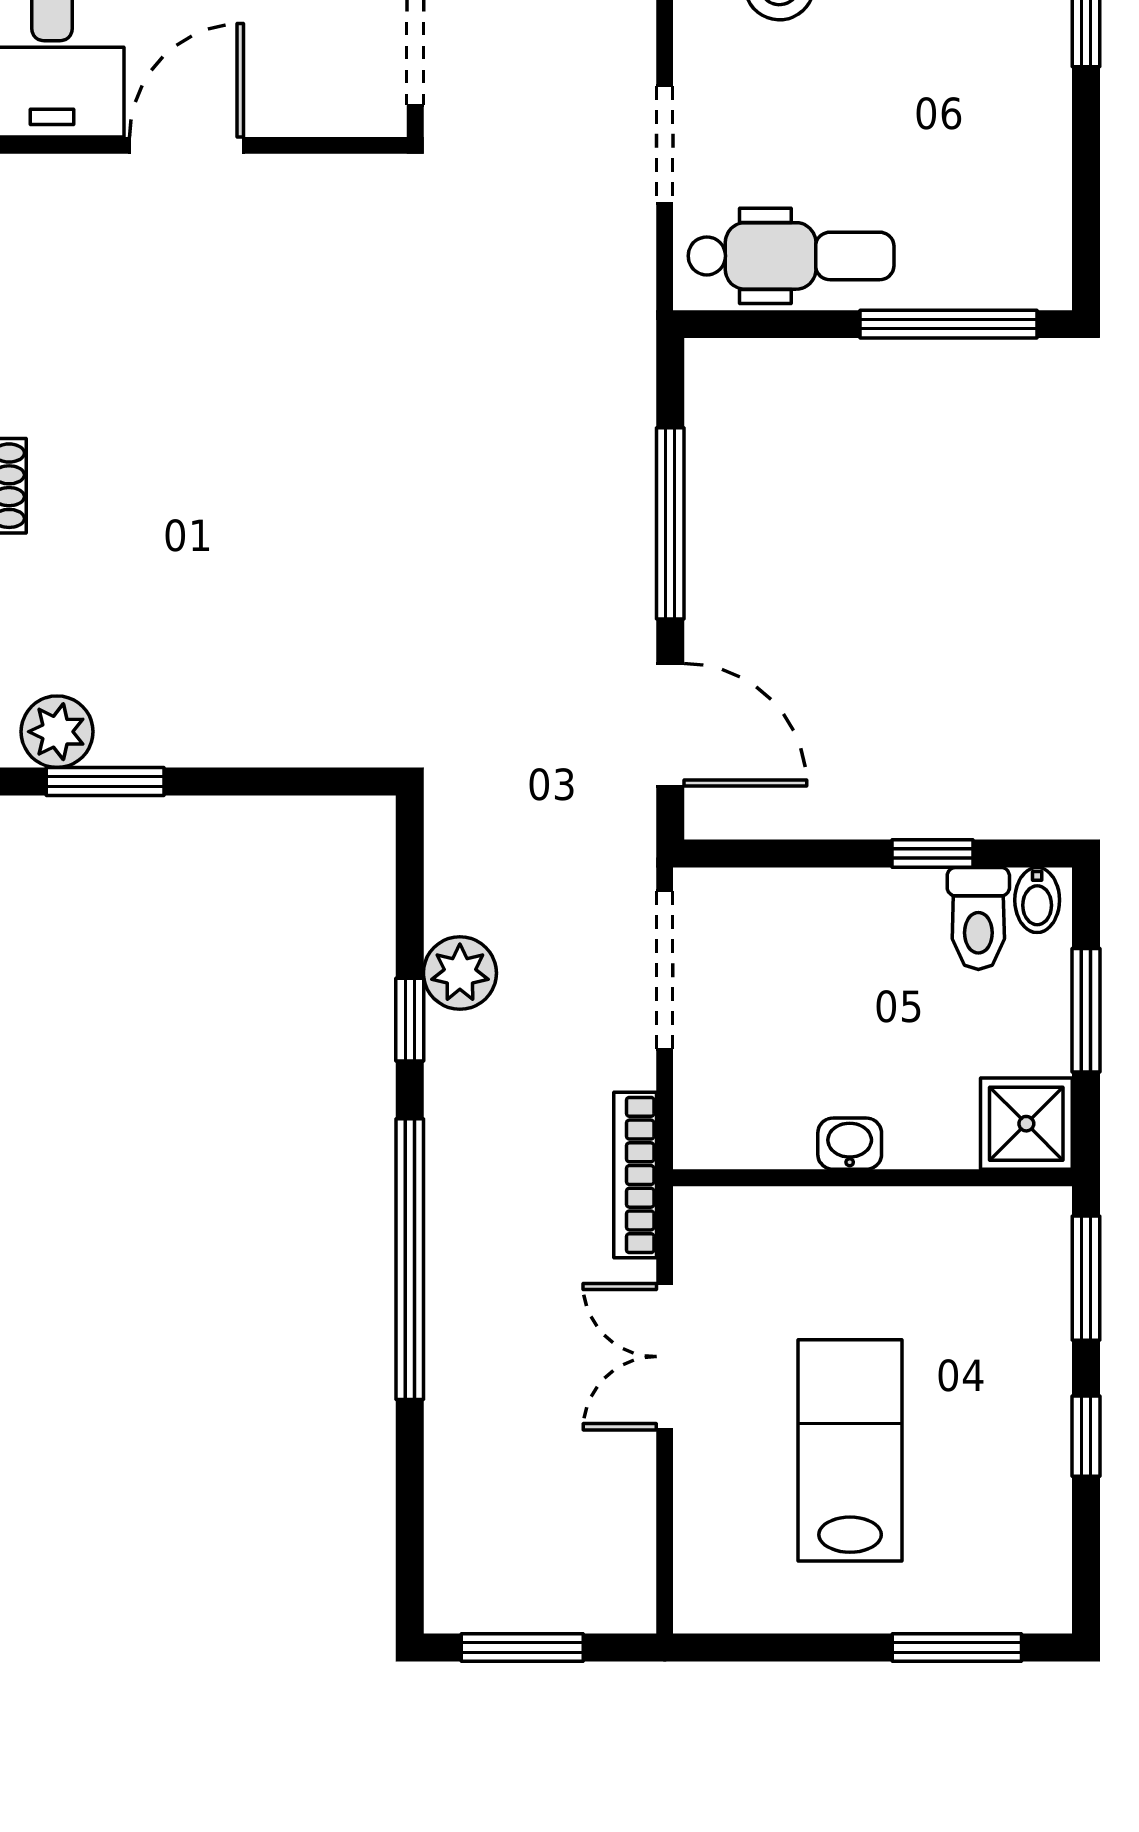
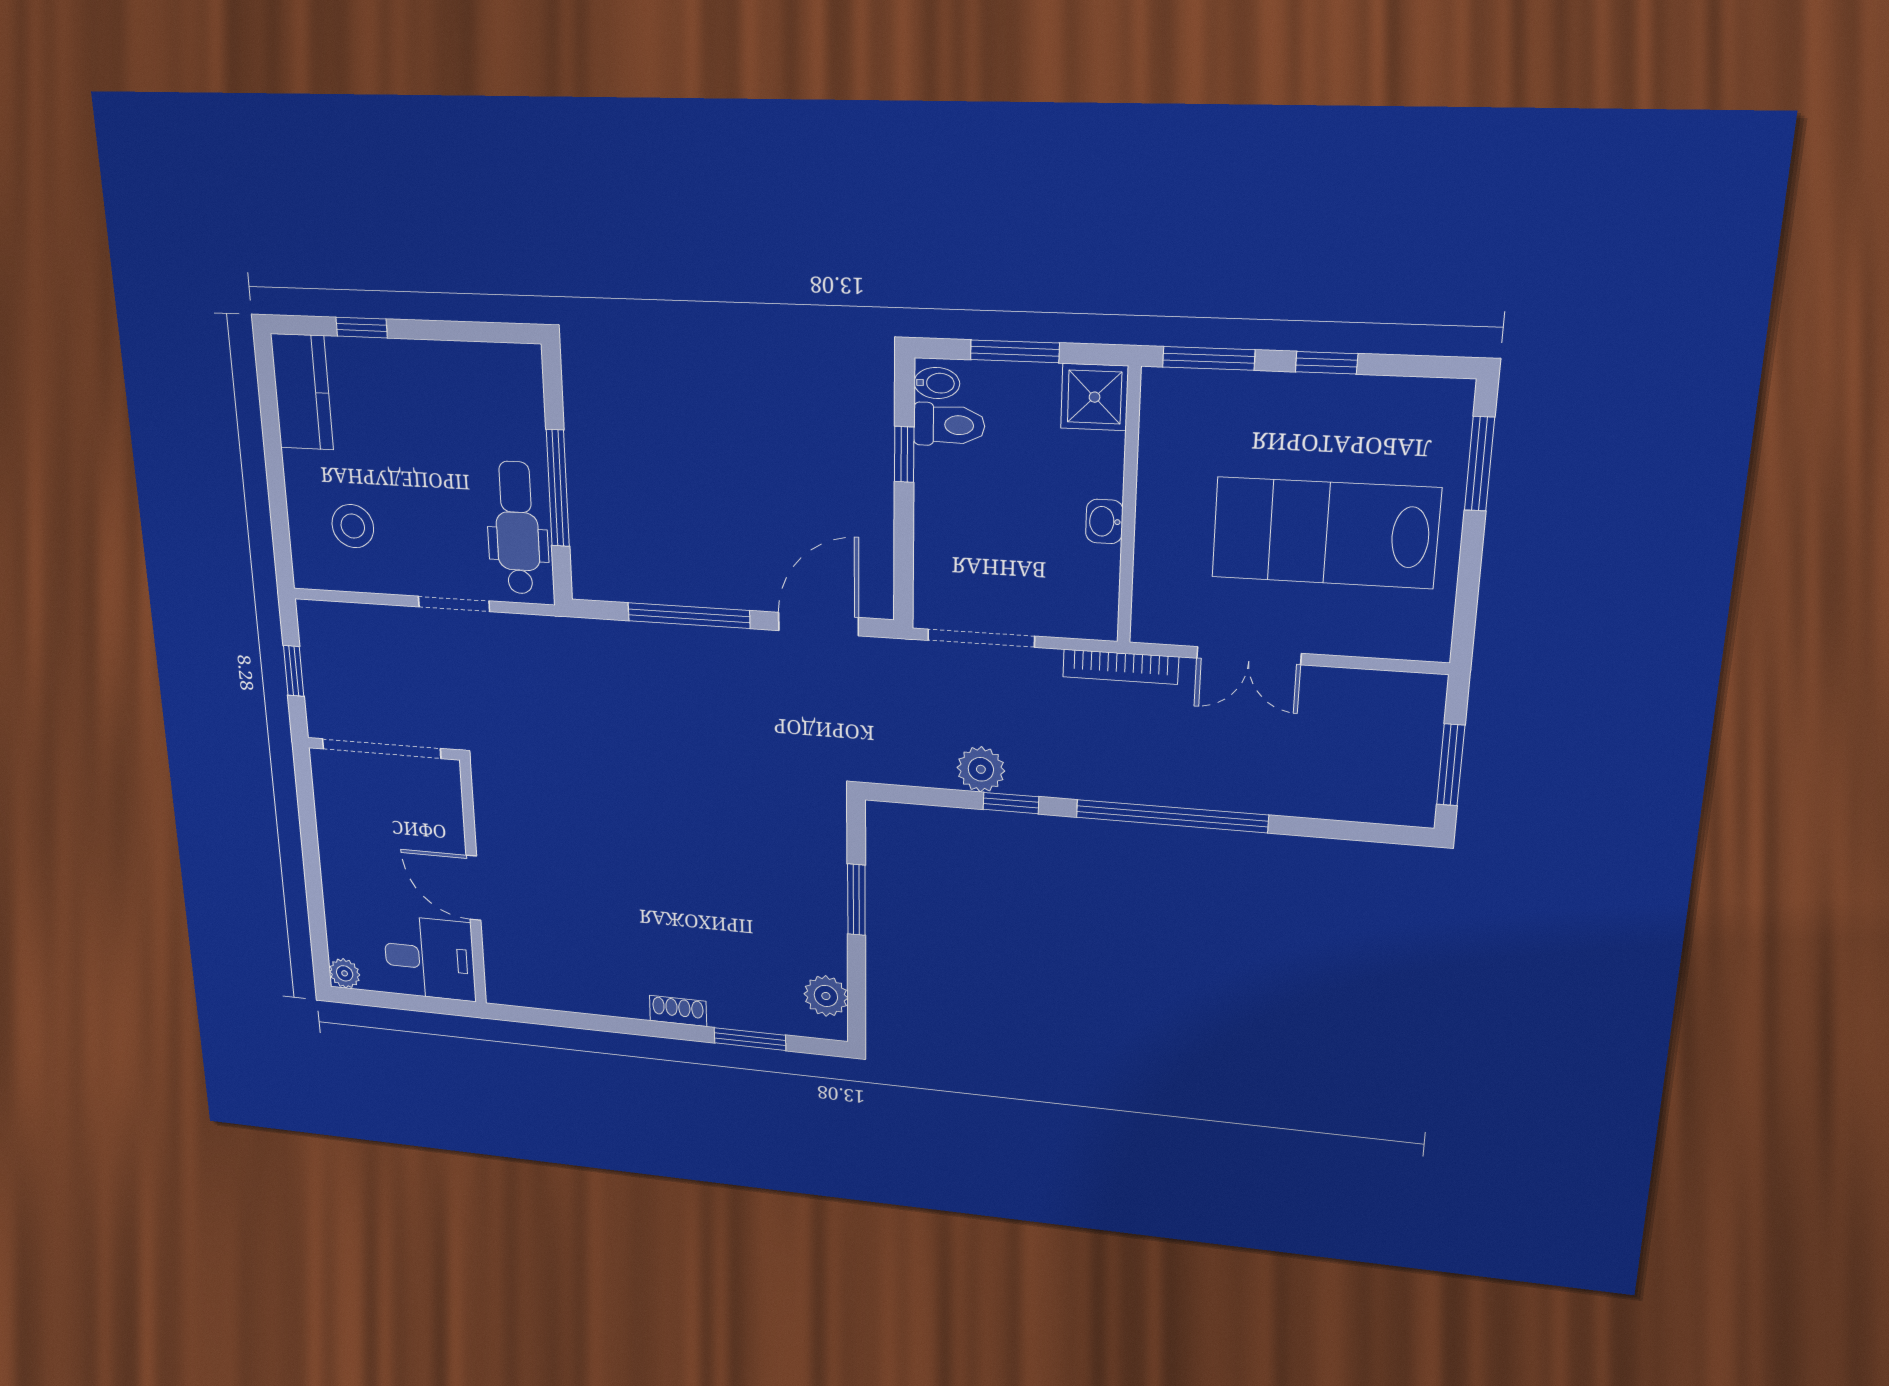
window: (948, 324) -> (558, 488), moved
window: (105, 781) -> (856, 900), moved
lab bench: (850, 1450) -> (1325, 533), width x1.36, depth x1.39

